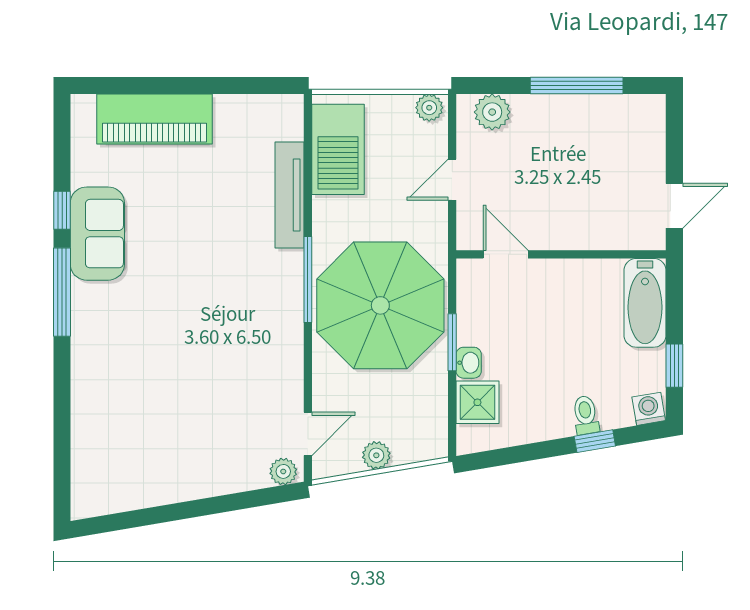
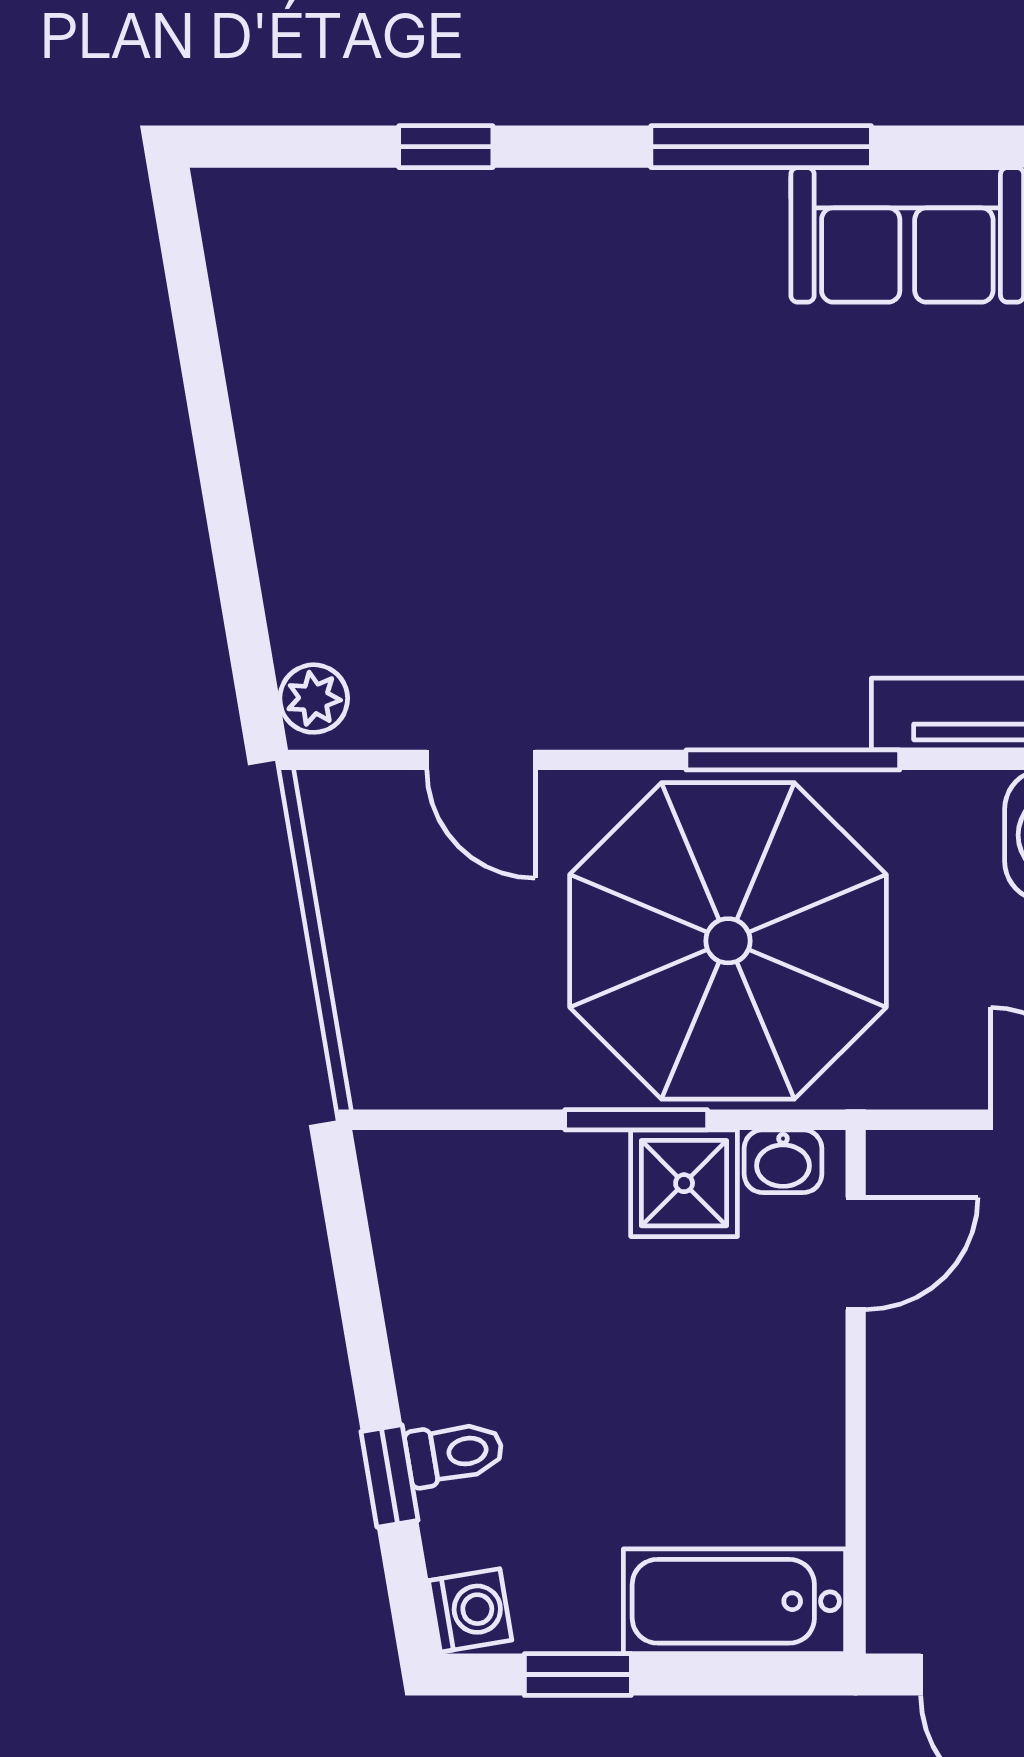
window: (62, 210) -> (446, 147), moved
washbasin: (469, 363) -> (783, 1161), moved
shower: (477, 402) -> (684, 1183), moved
door: (308, 434) -> (481, 760), moved
plant: (376, 455) -> (354, 931), removed

